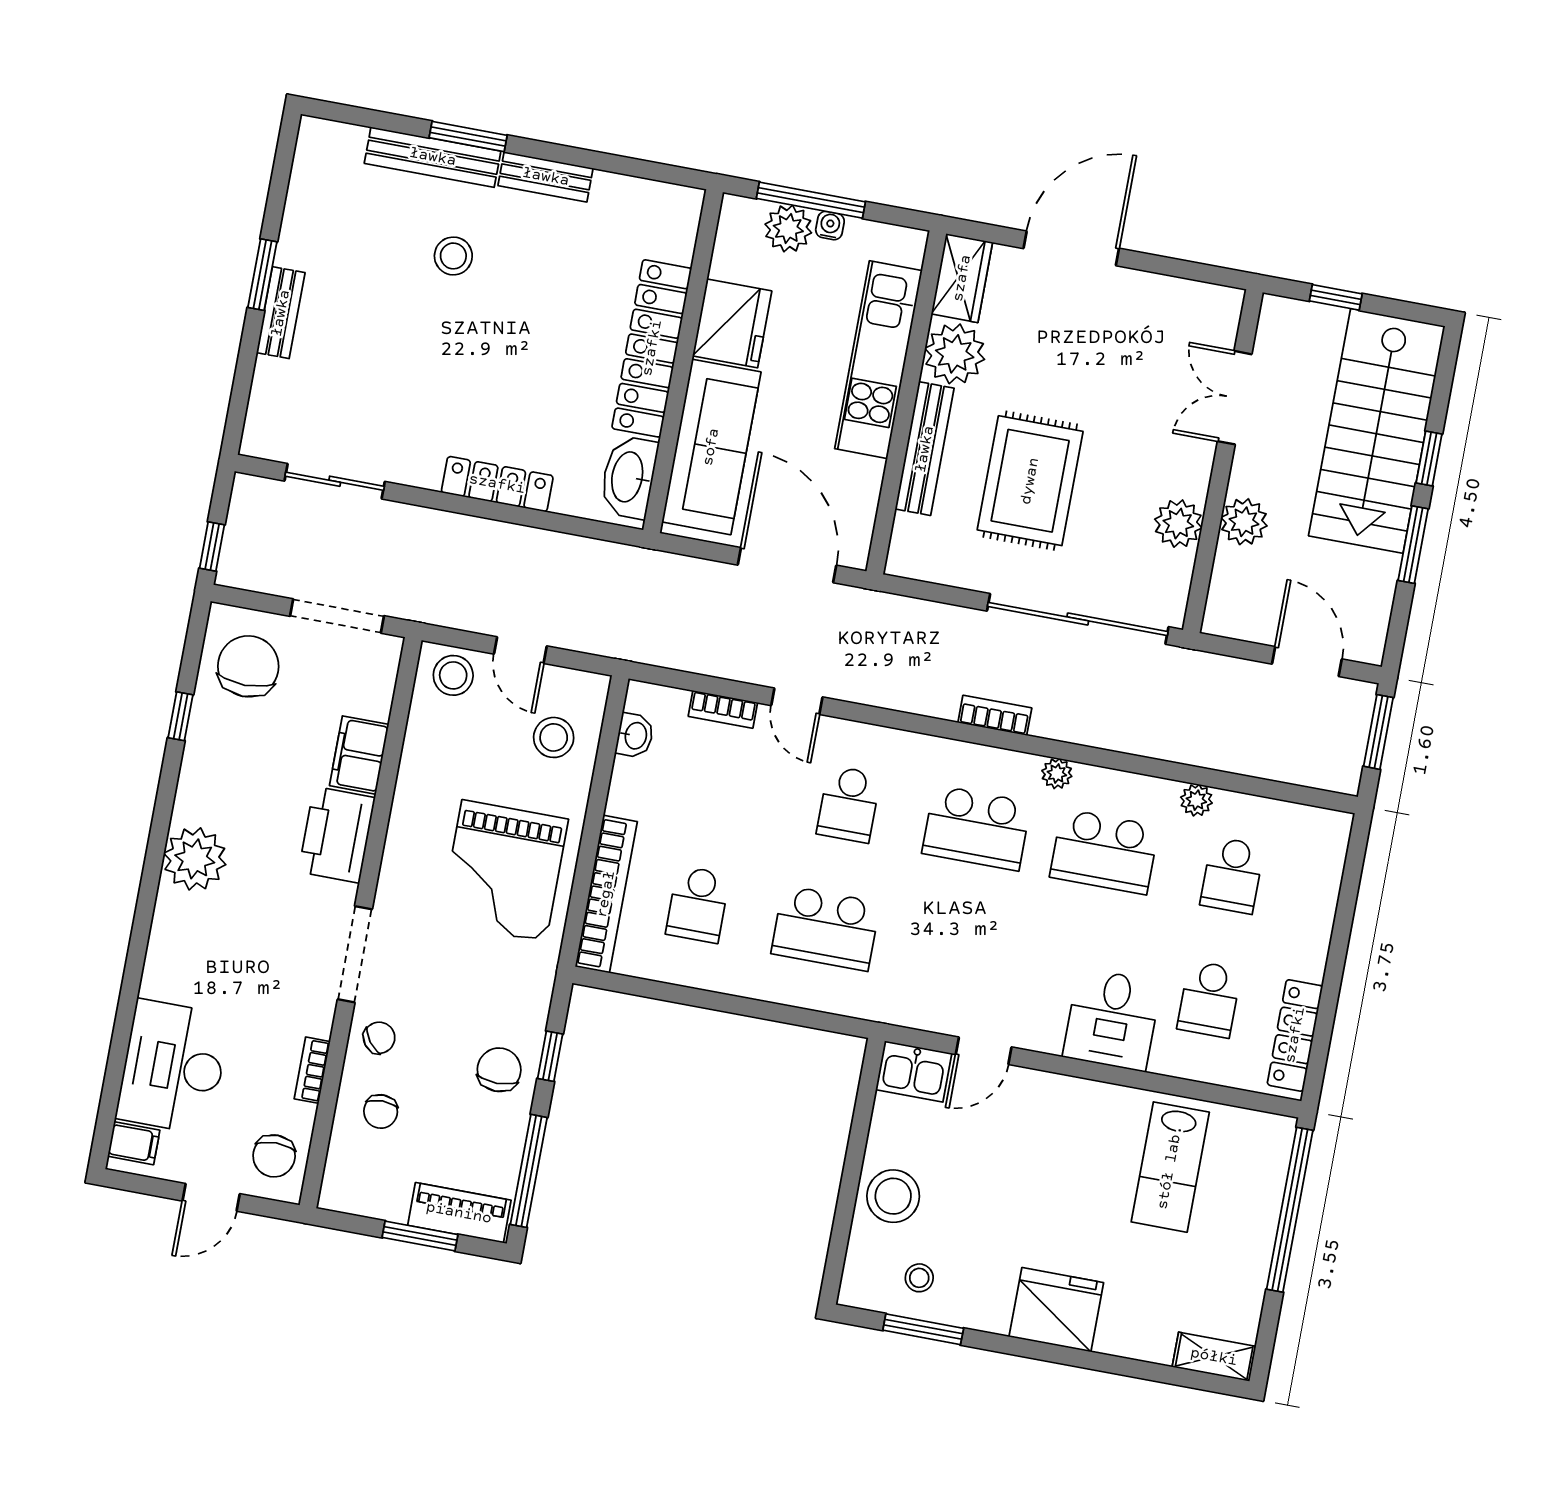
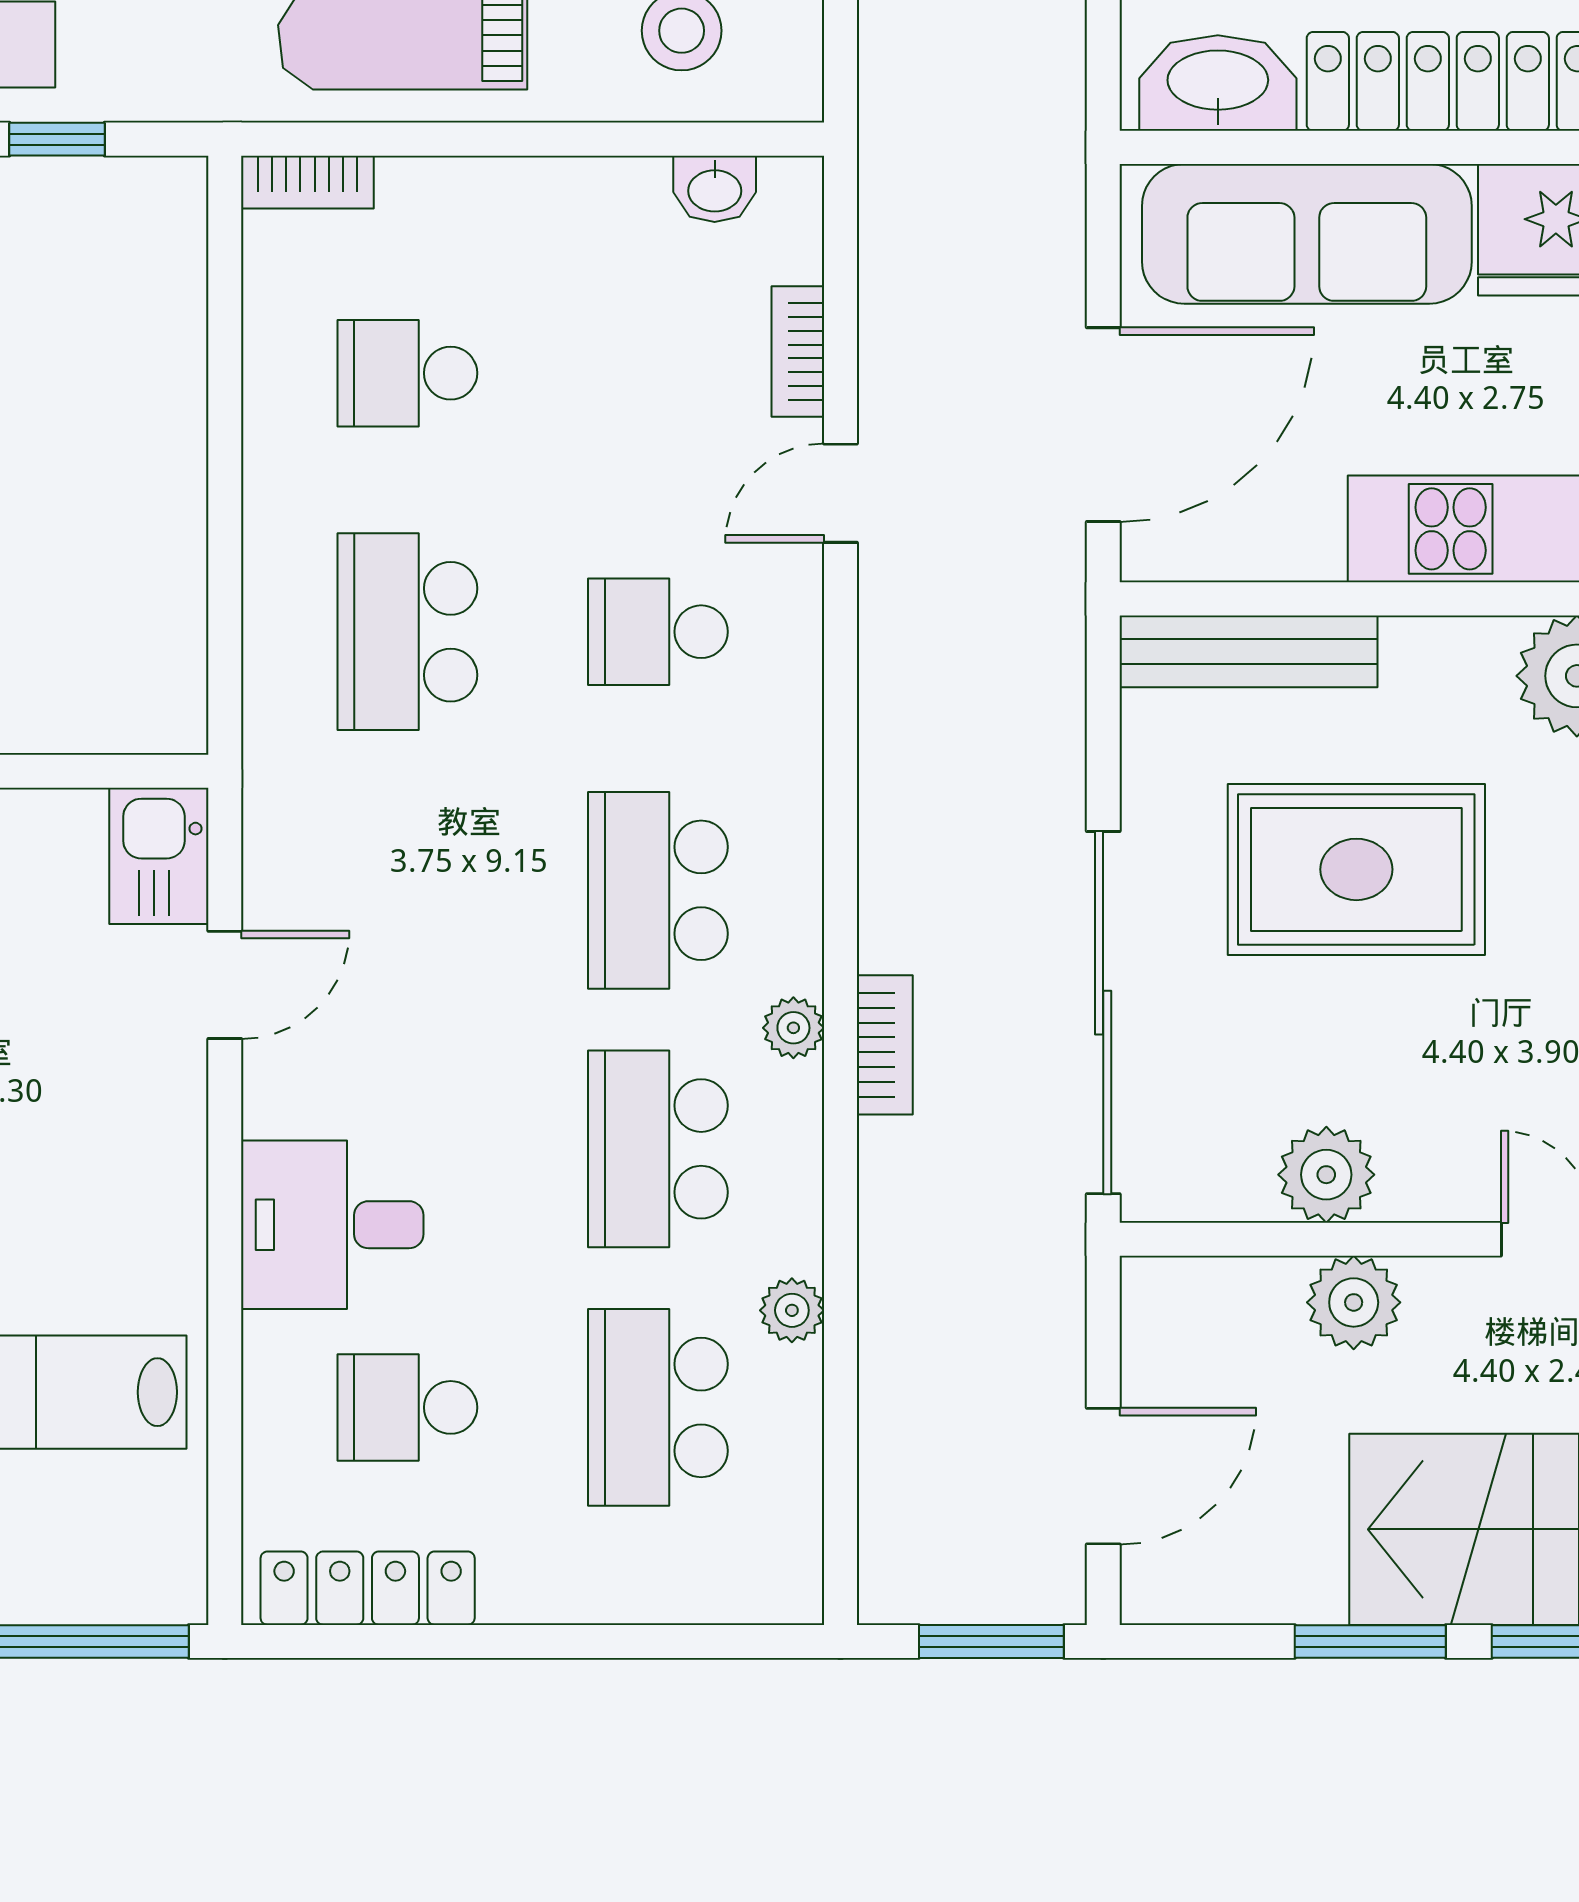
bench: (925, 449) -> (1248, 651), moved
bookcase: (995, 715) -> (885, 1045), moved
school desk: (1232, 875) -> (658, 1407), width x1.85
bookcase: (606, 894) -> (307, 182), width x0.43, depth x0.76
door: (984, 1051) -> (225, 985), swing flipped

